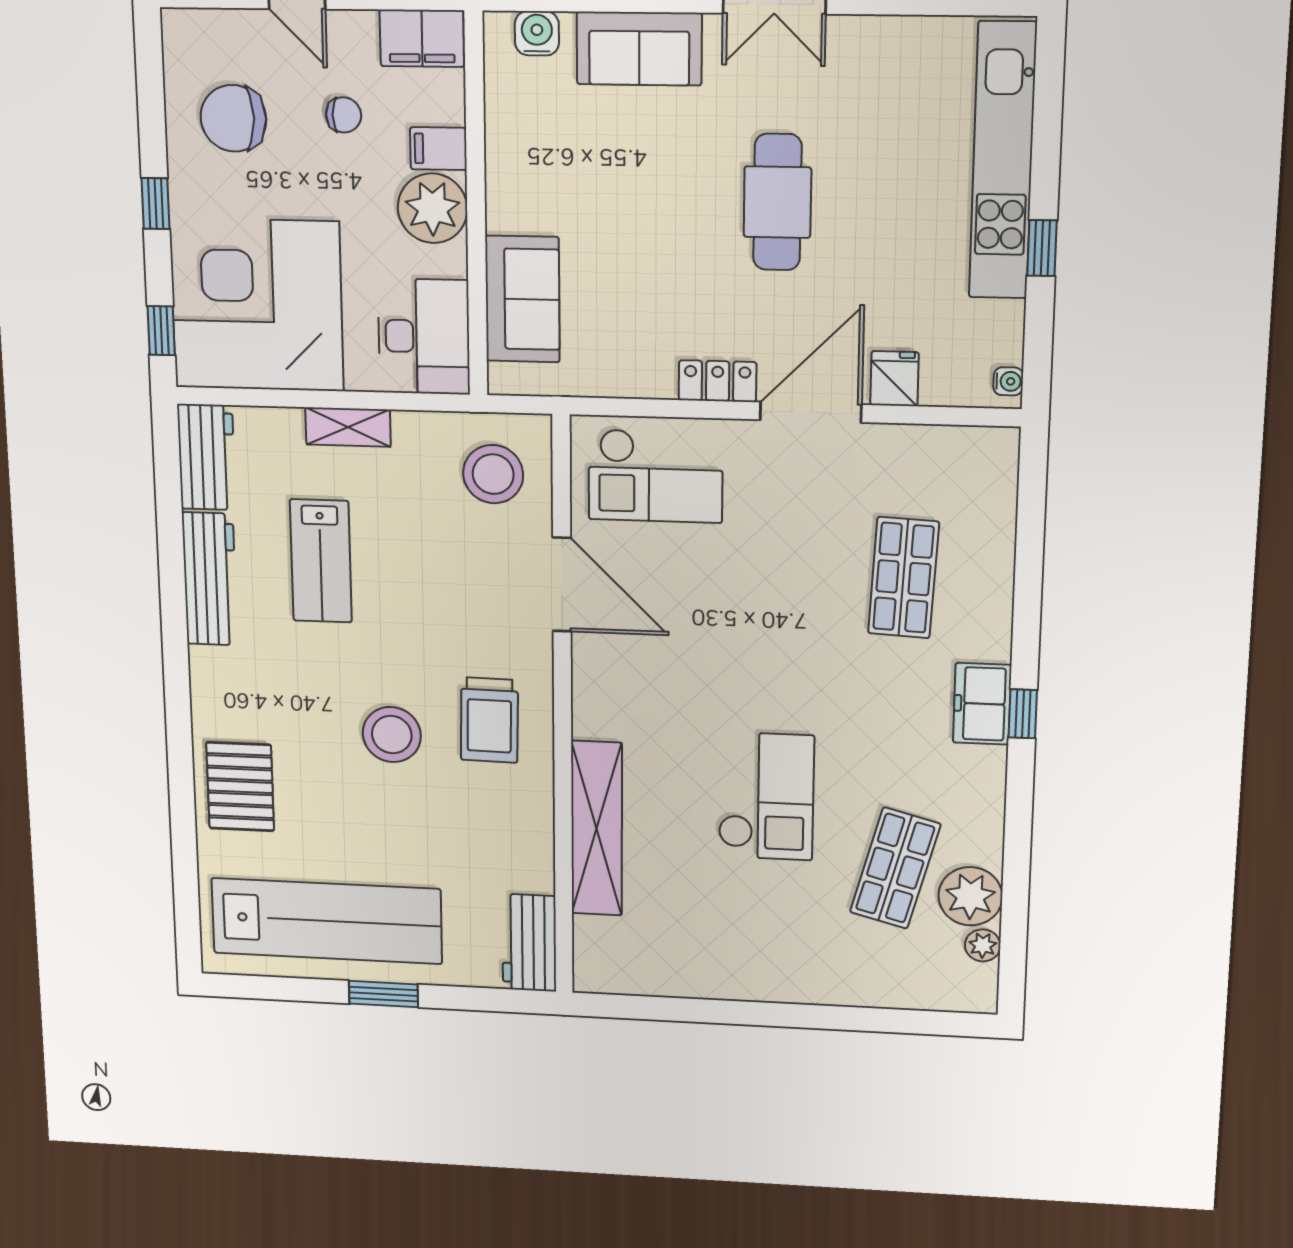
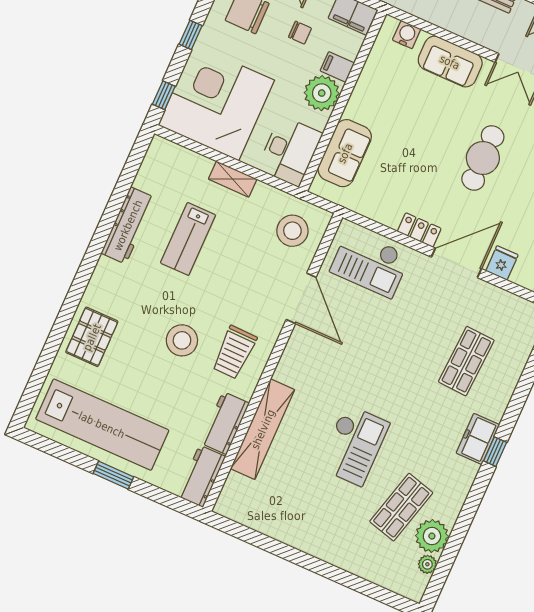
workbench: (207, 457) -> (225, 423), moved, turned 180

